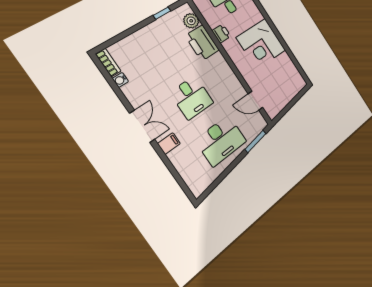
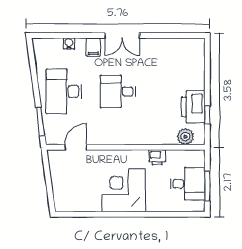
printer: (202, 43) -> (193, 107), moved, turned -90
bookcase: (108, 63) -> (191, 43), removed
water cooler: (120, 80) -> (69, 44), moved

